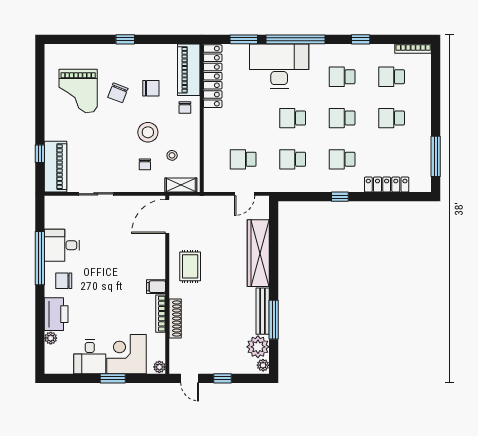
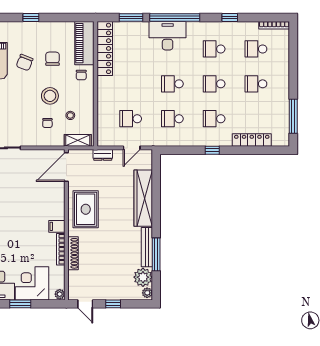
desk: (279, 66) -> (168, 36), width x0.73, depth x0.77
chair: (151, 88) -> (52, 59), turned -90
dresser: (210, 202) -> (103, 155), added
rug: (190, 266) -> (86, 209), width x1.36, depth x1.43

